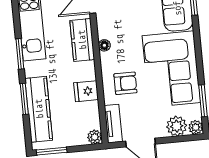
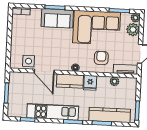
fridge: (86, 91) -> (90, 83), moved
plant: (95, 137) -> (114, 81), moved

